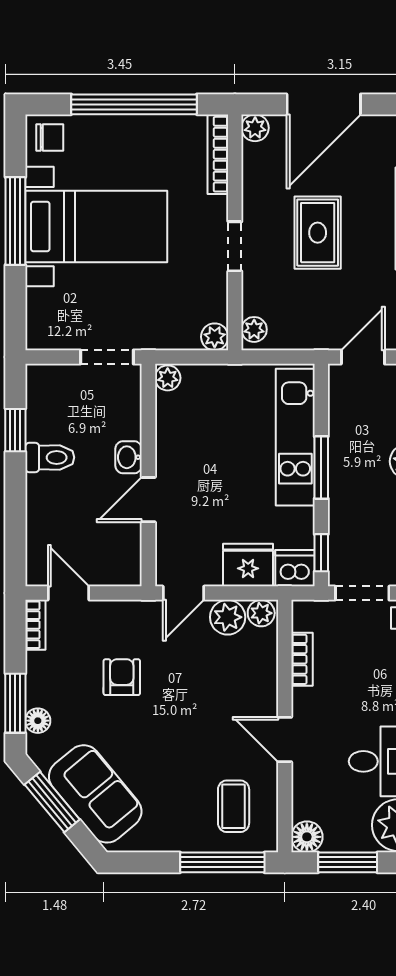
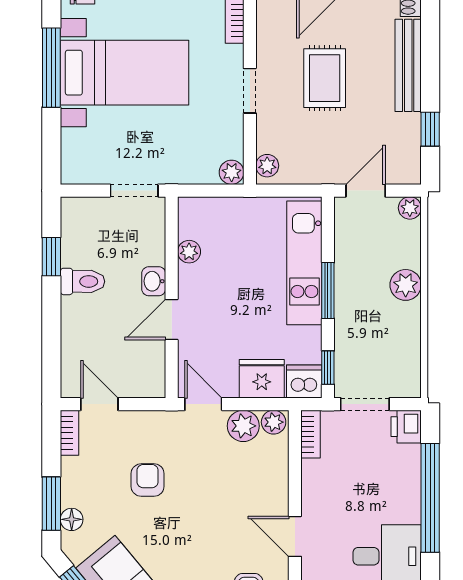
plant: (168, 378) -> (189, 252), moved
door: (183, 593) -> (203, 404), swing flipped
bookcase: (302, 659) -> (311, 434), moved

